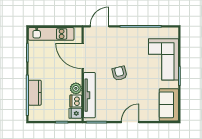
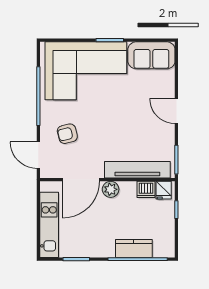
corner sofa: (163, 59) -> (86, 71), width x1.36, depth x1.36
armchair: (120, 73) -> (67, 134), moved
plant: (76, 88) -> (111, 189), moved

